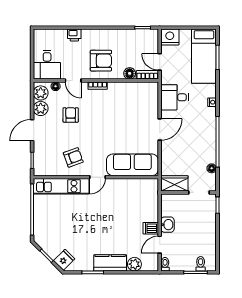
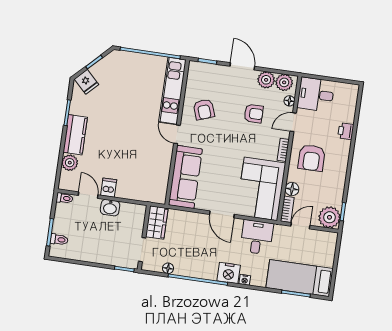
nightstand: (170, 37) -> (229, 273), moved, turned 90
plant: (149, 38) -> (329, 217), added
corner sofa: (133, 100) -> (261, 189), added

